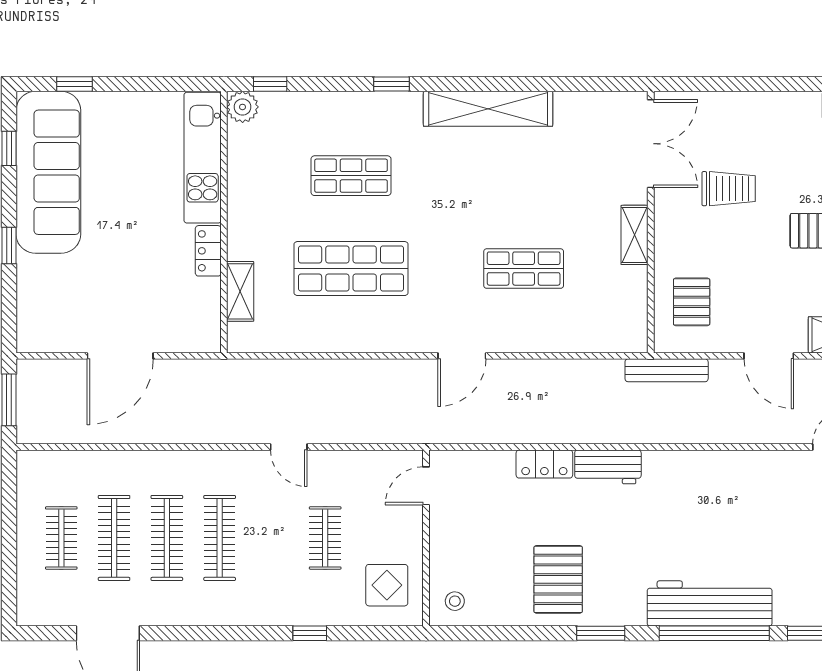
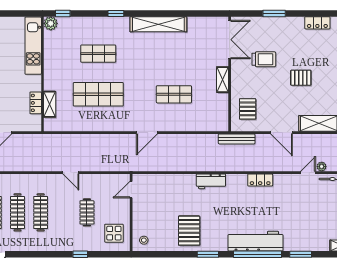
window: (752, 84) -> (274, 13), added
locker: (208, 251) -> (36, 103), moved
locker: (544, 464) -> (260, 180), moved

